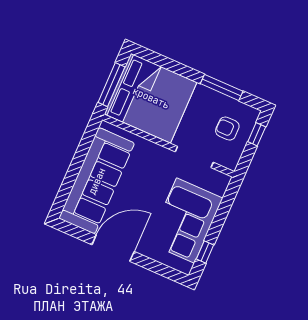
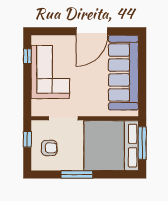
window: (222, 87) -> (77, 174), moved
window: (257, 134) -> (27, 139), moved

